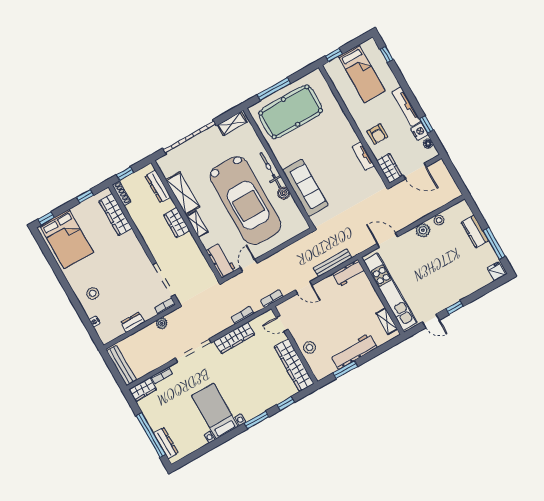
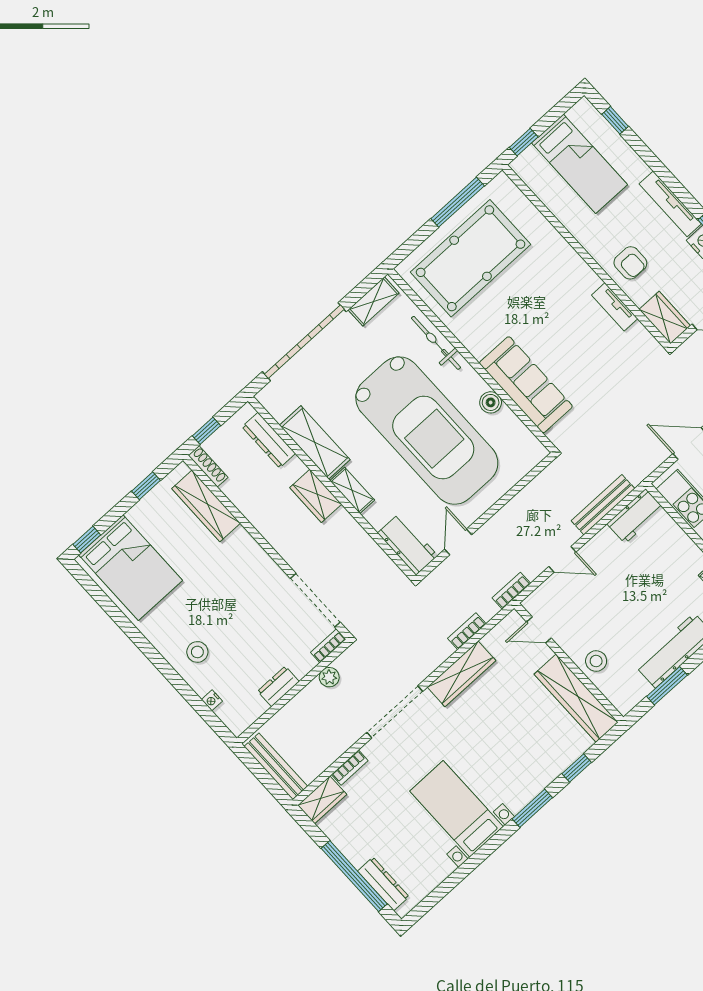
window: (274, 89) -> (458, 202), moved
bicycle: (270, 170) -> (436, 343), moved

